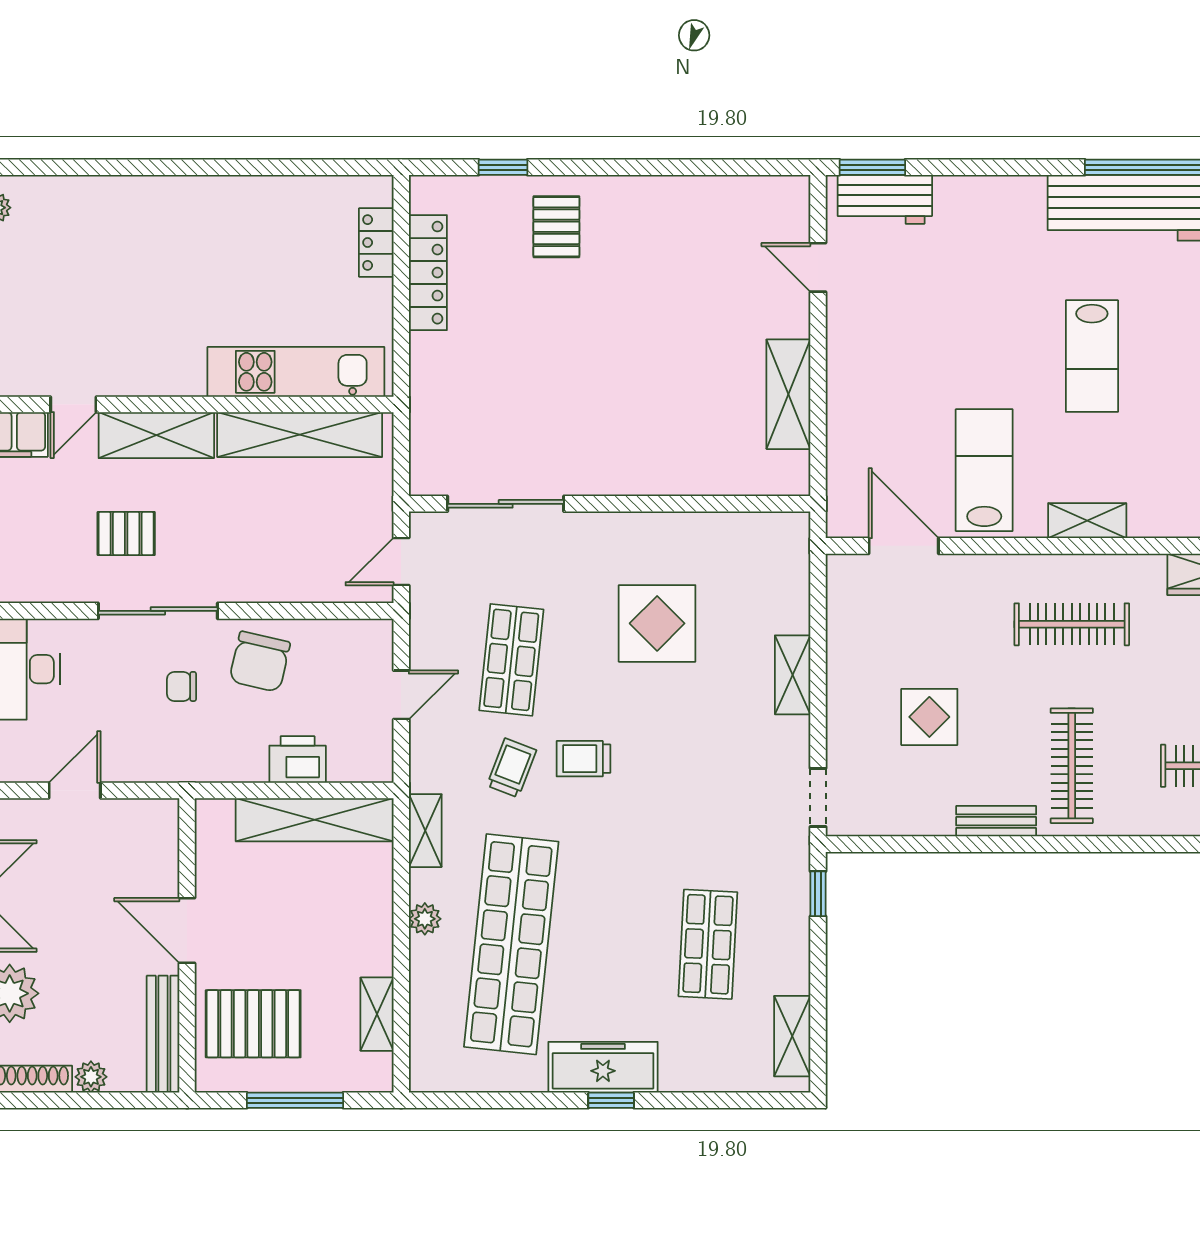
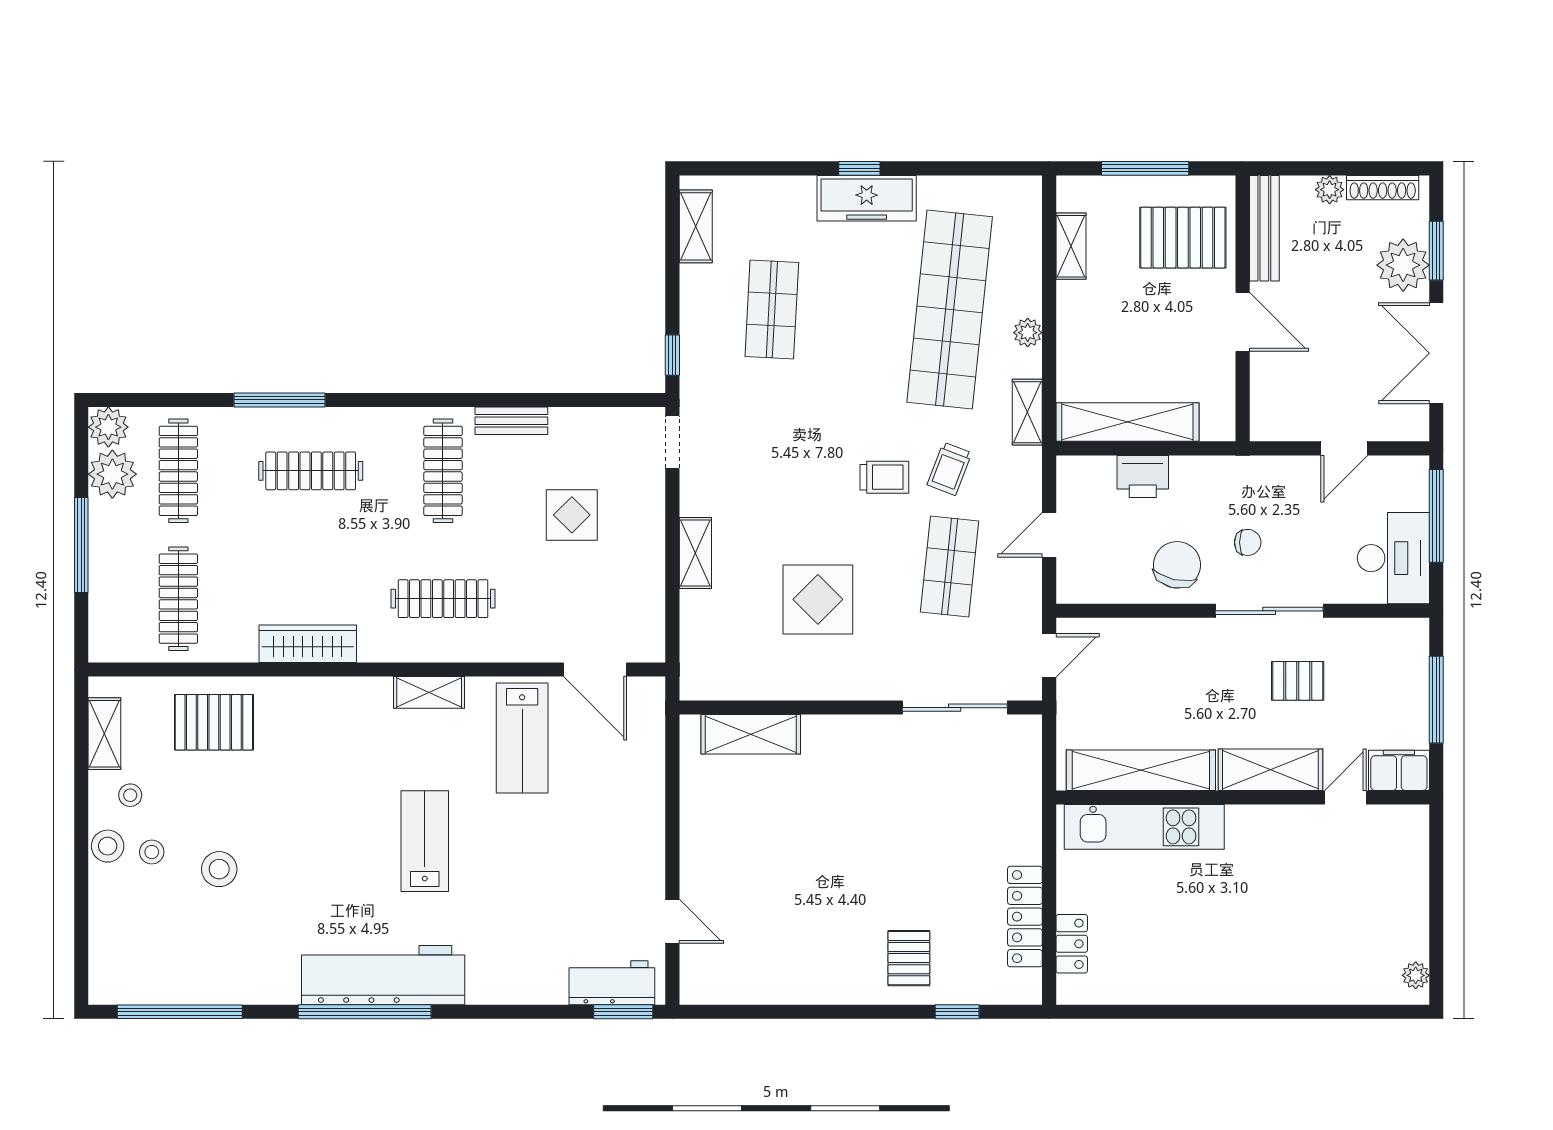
shelving: (788, 394) -> (751, 734), moved, turned 90

